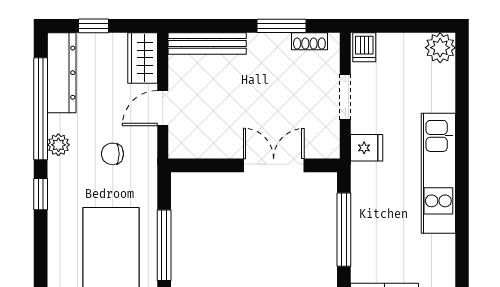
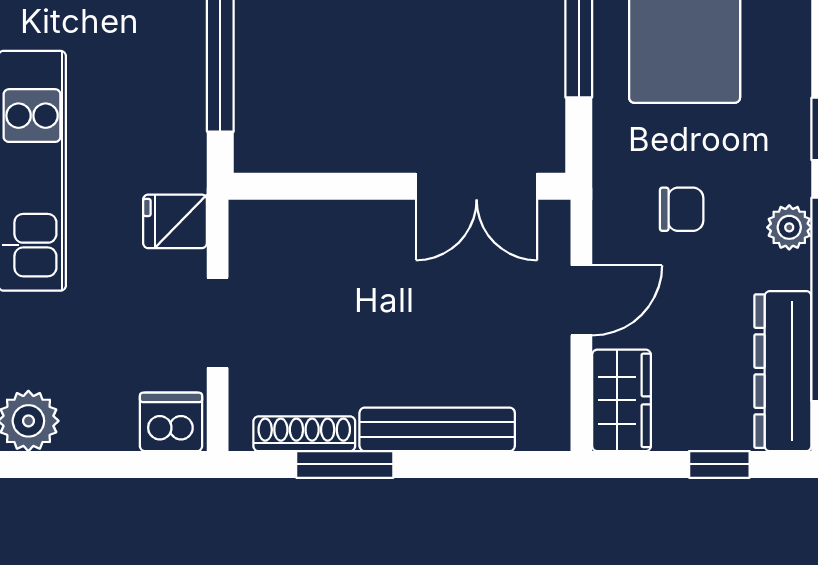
shoe rack: (309, 41) -> (304, 434), width x1.43
bench: (207, 43) -> (437, 429), moved
dishwasher: (364, 47) -> (171, 422), width x1.38
double door: (274, 165) -> (477, 186), moved

